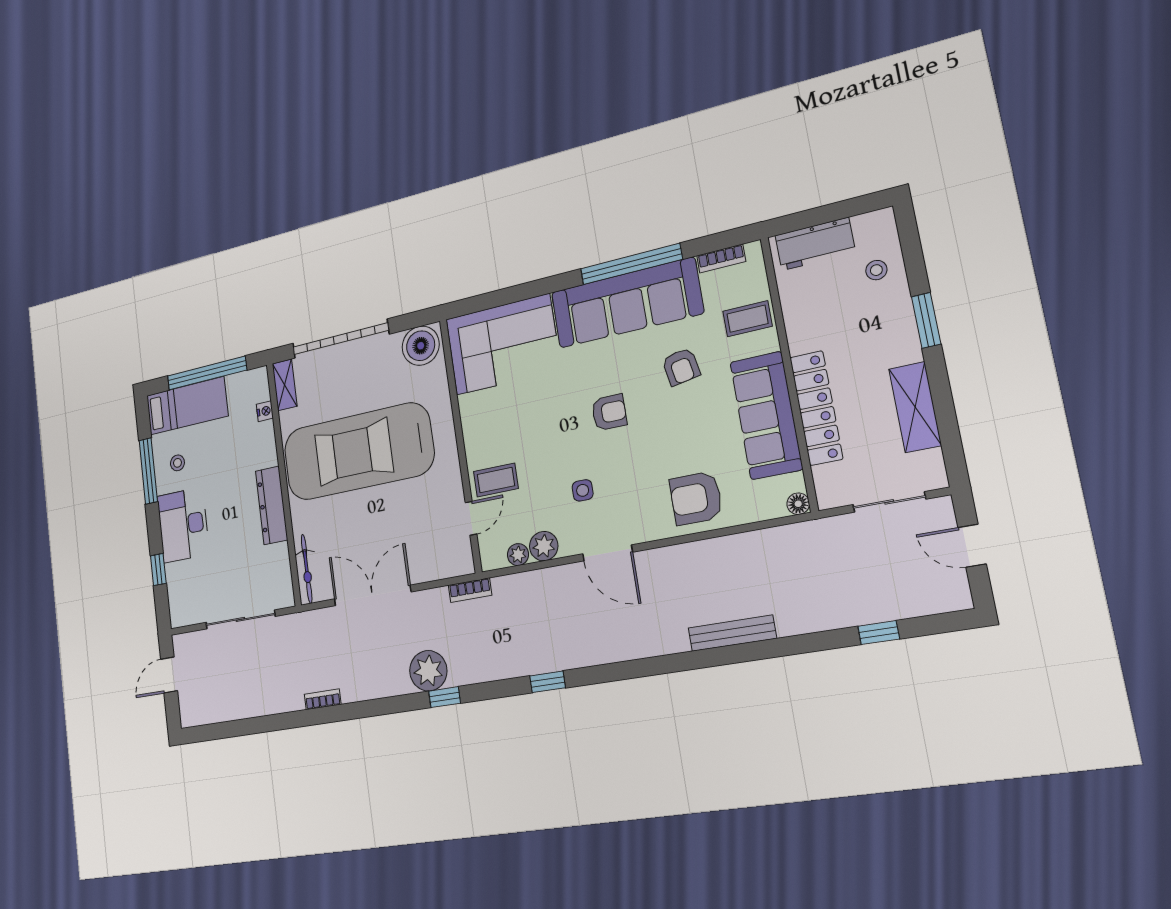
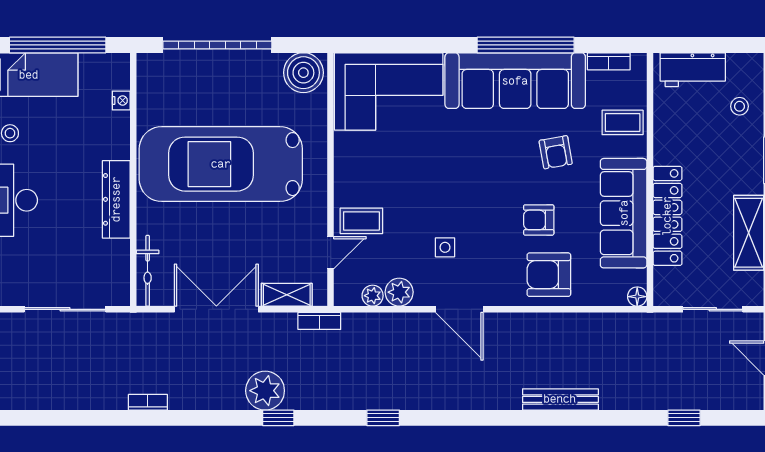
shelving: (285, 385) -> (287, 295), moved, turned 90
armchair: (609, 412) -> (539, 220), moved, turned 180

